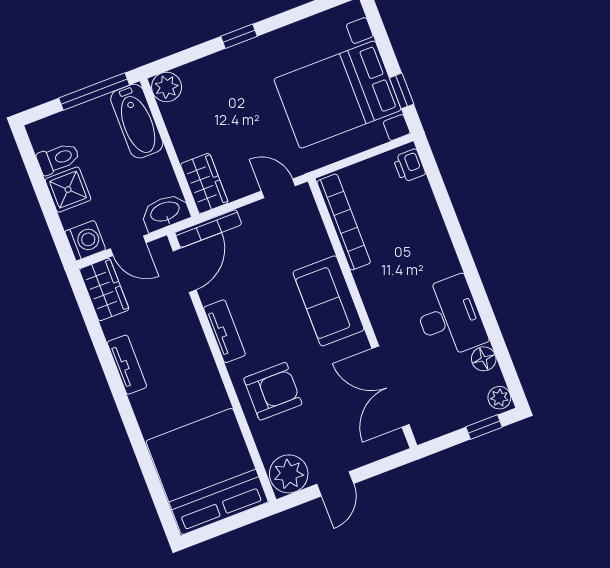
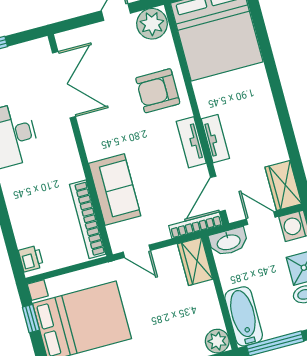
sofa: (328, 301) -> (115, 190), moved
tv unit: (127, 365) -> (215, 139), moved, turned 180

